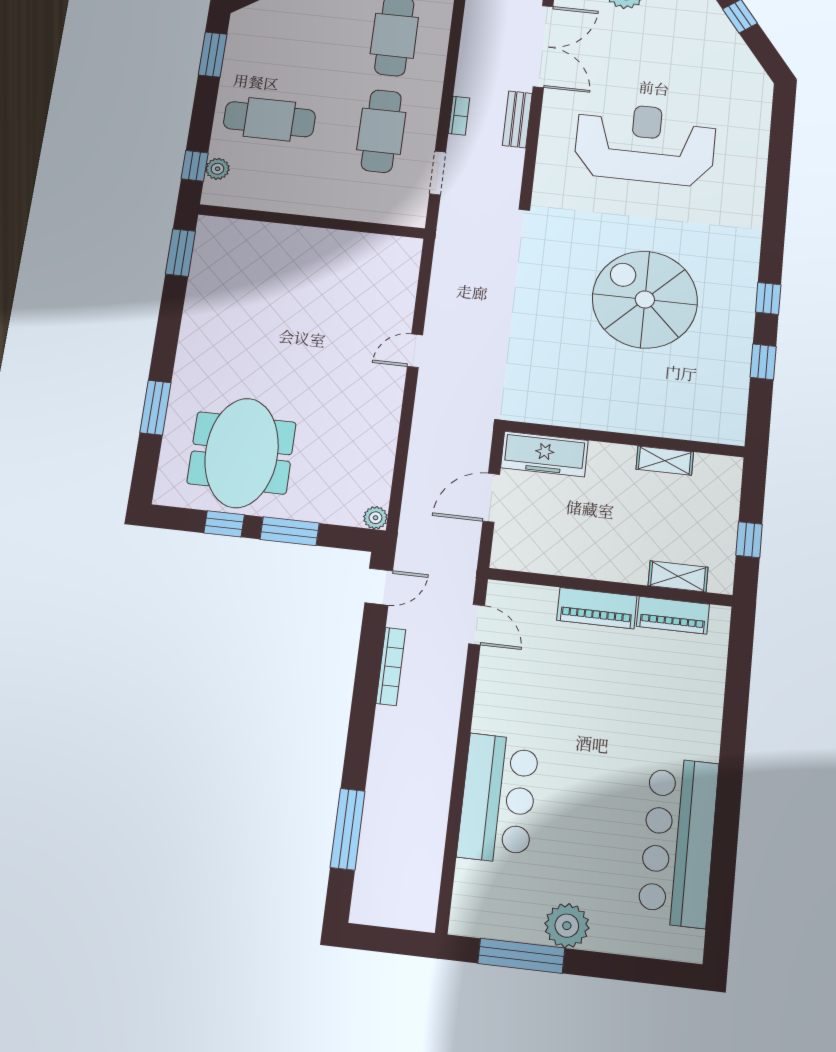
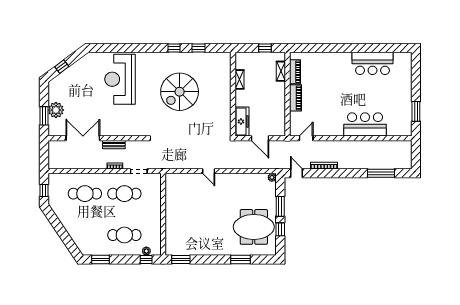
cafe table: (269, 119) -> (124, 235), turned 90
reception desk: (645, 144) -> (120, 79), moved
bar counter: (678, 842) -> (373, 63), width x0.73
plant: (567, 926) -> (404, 97), removed
window: (521, 956) -> (416, 111), width x0.69

